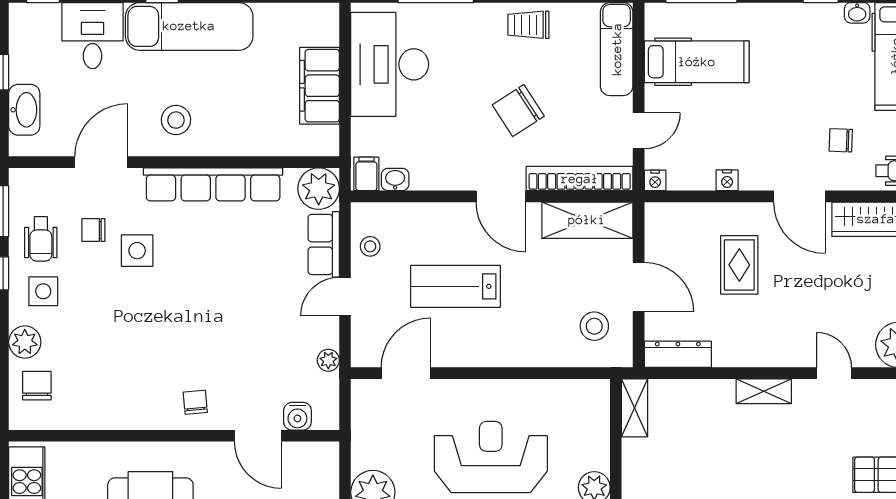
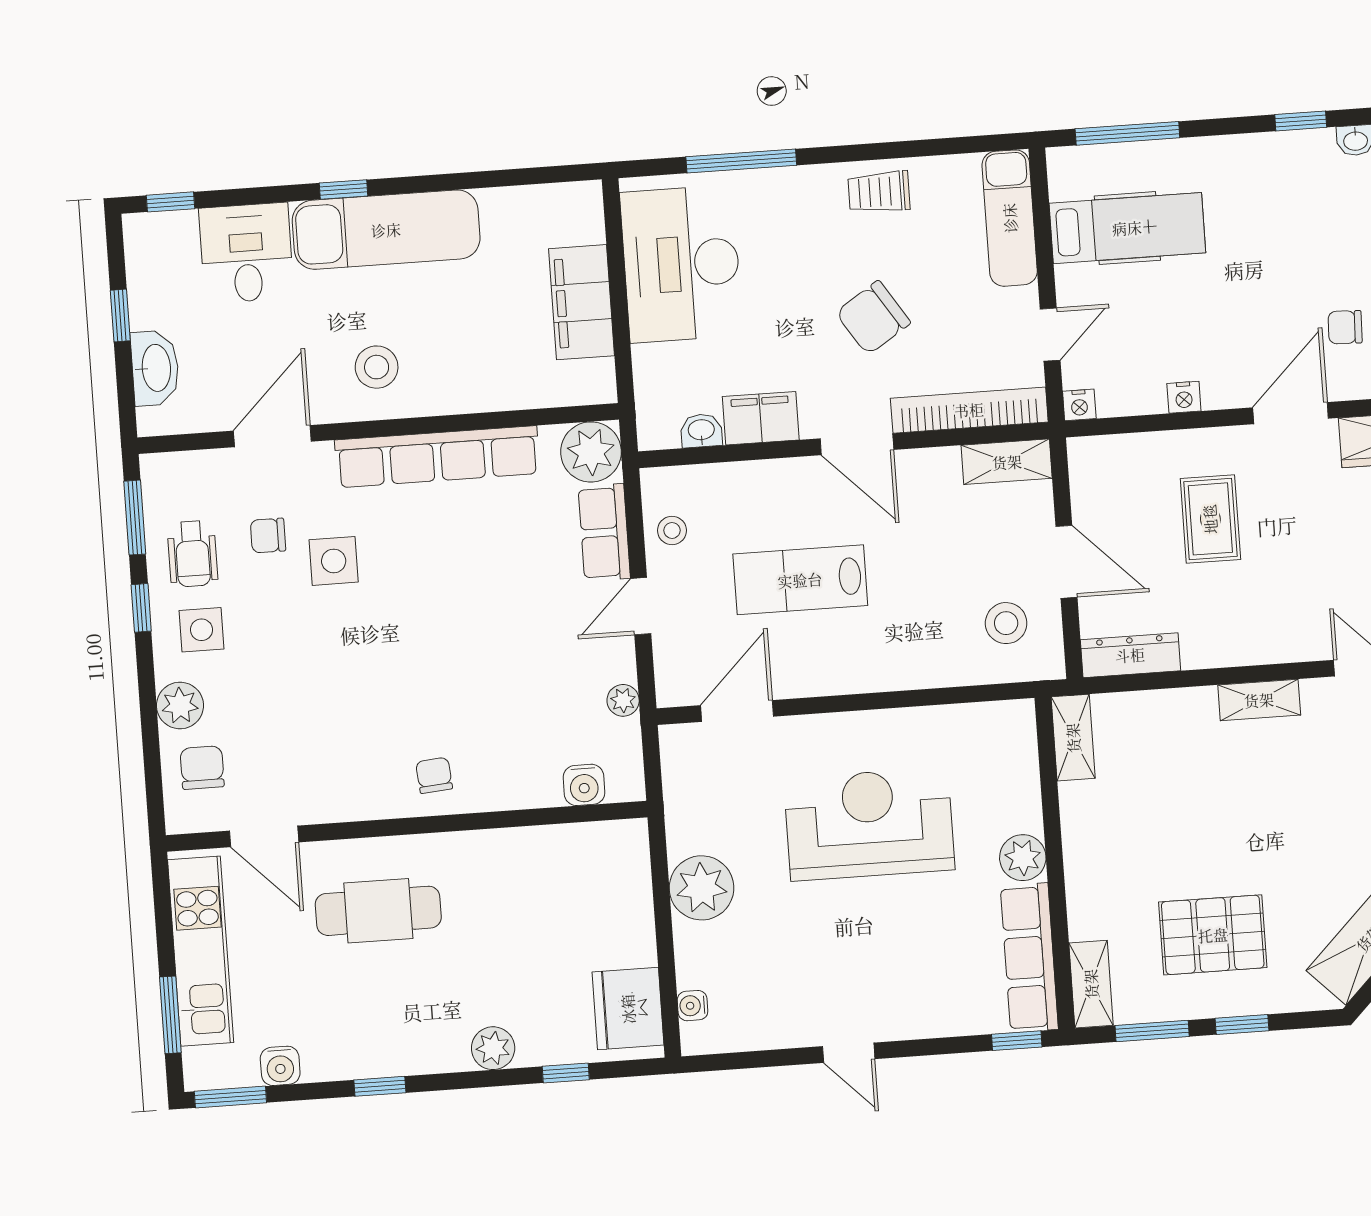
filing cabinet: (366, 174) -> (761, 418), moved, width x2.00
door: (799, 196) -> (1291, 413), swing flipped
shelving: (587, 220) -> (1007, 462), width x0.67, depth x0.75
door: (258, 436) -> (264, 836), moved

